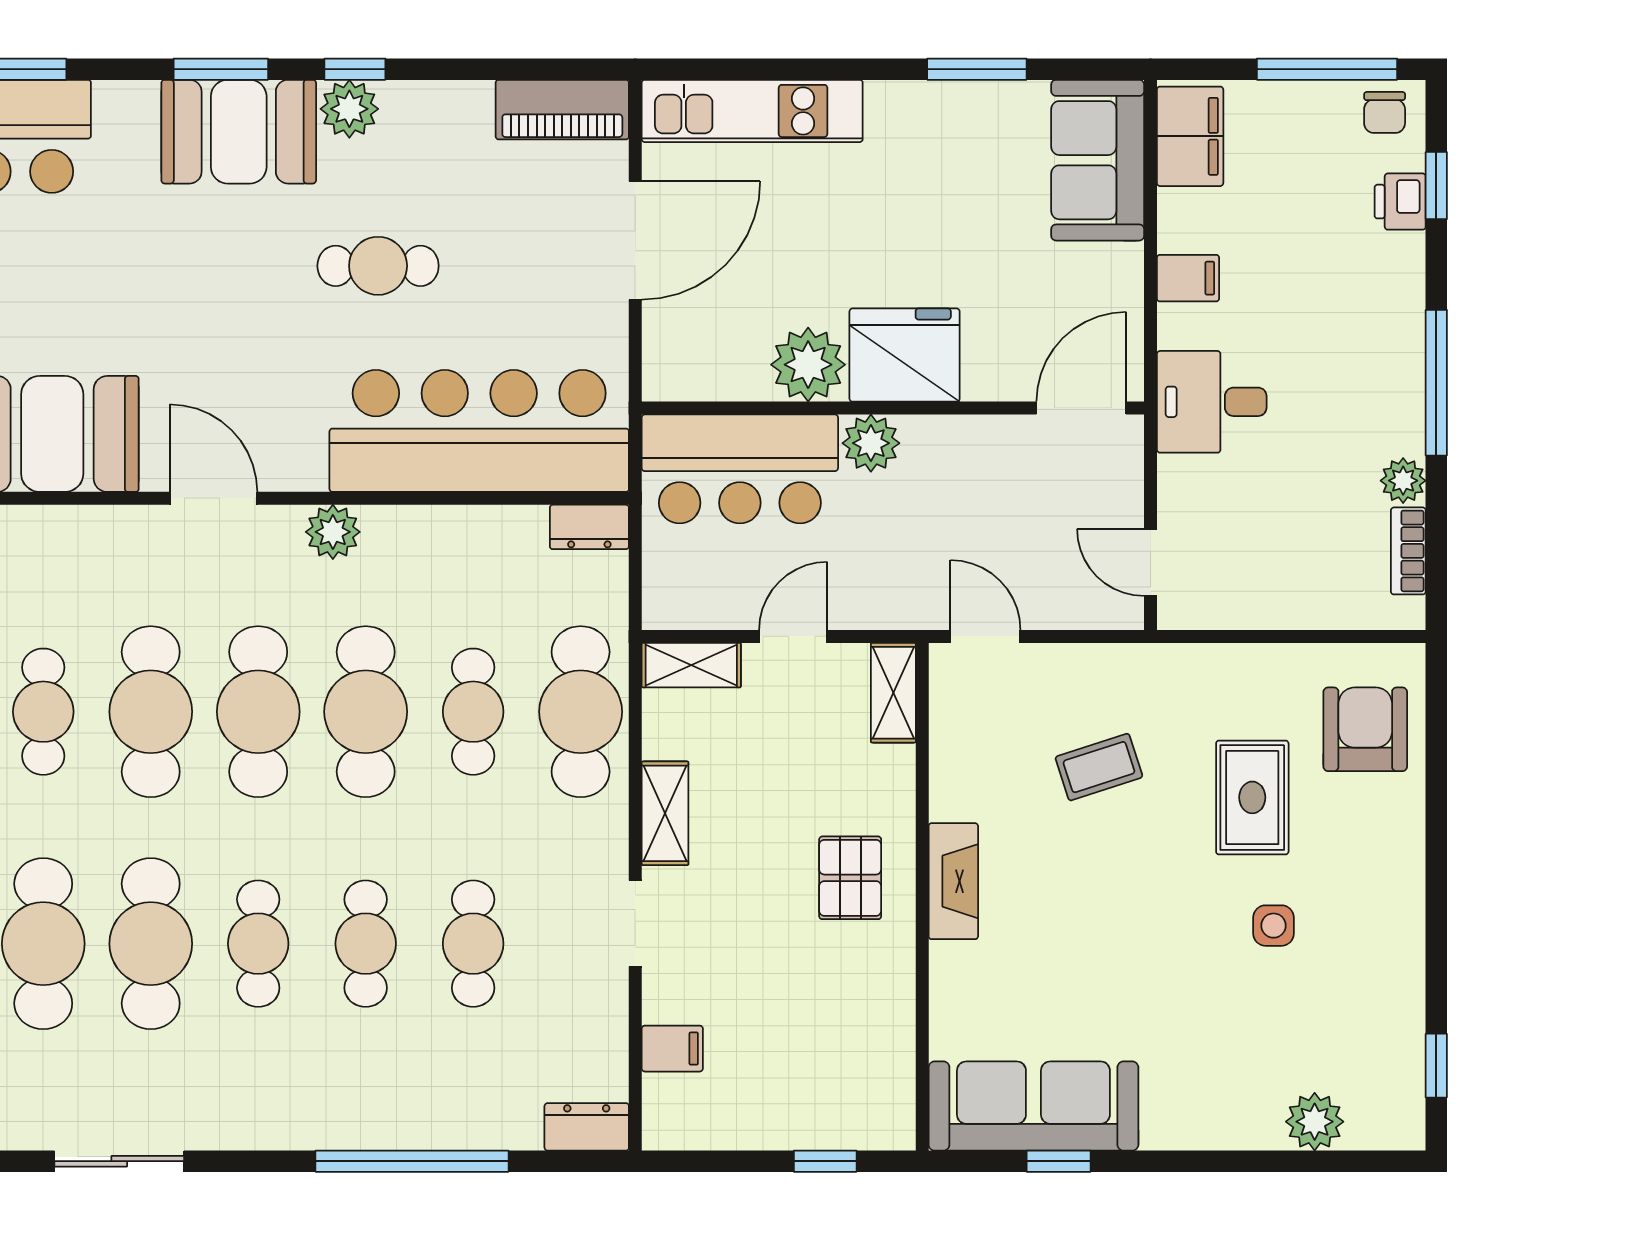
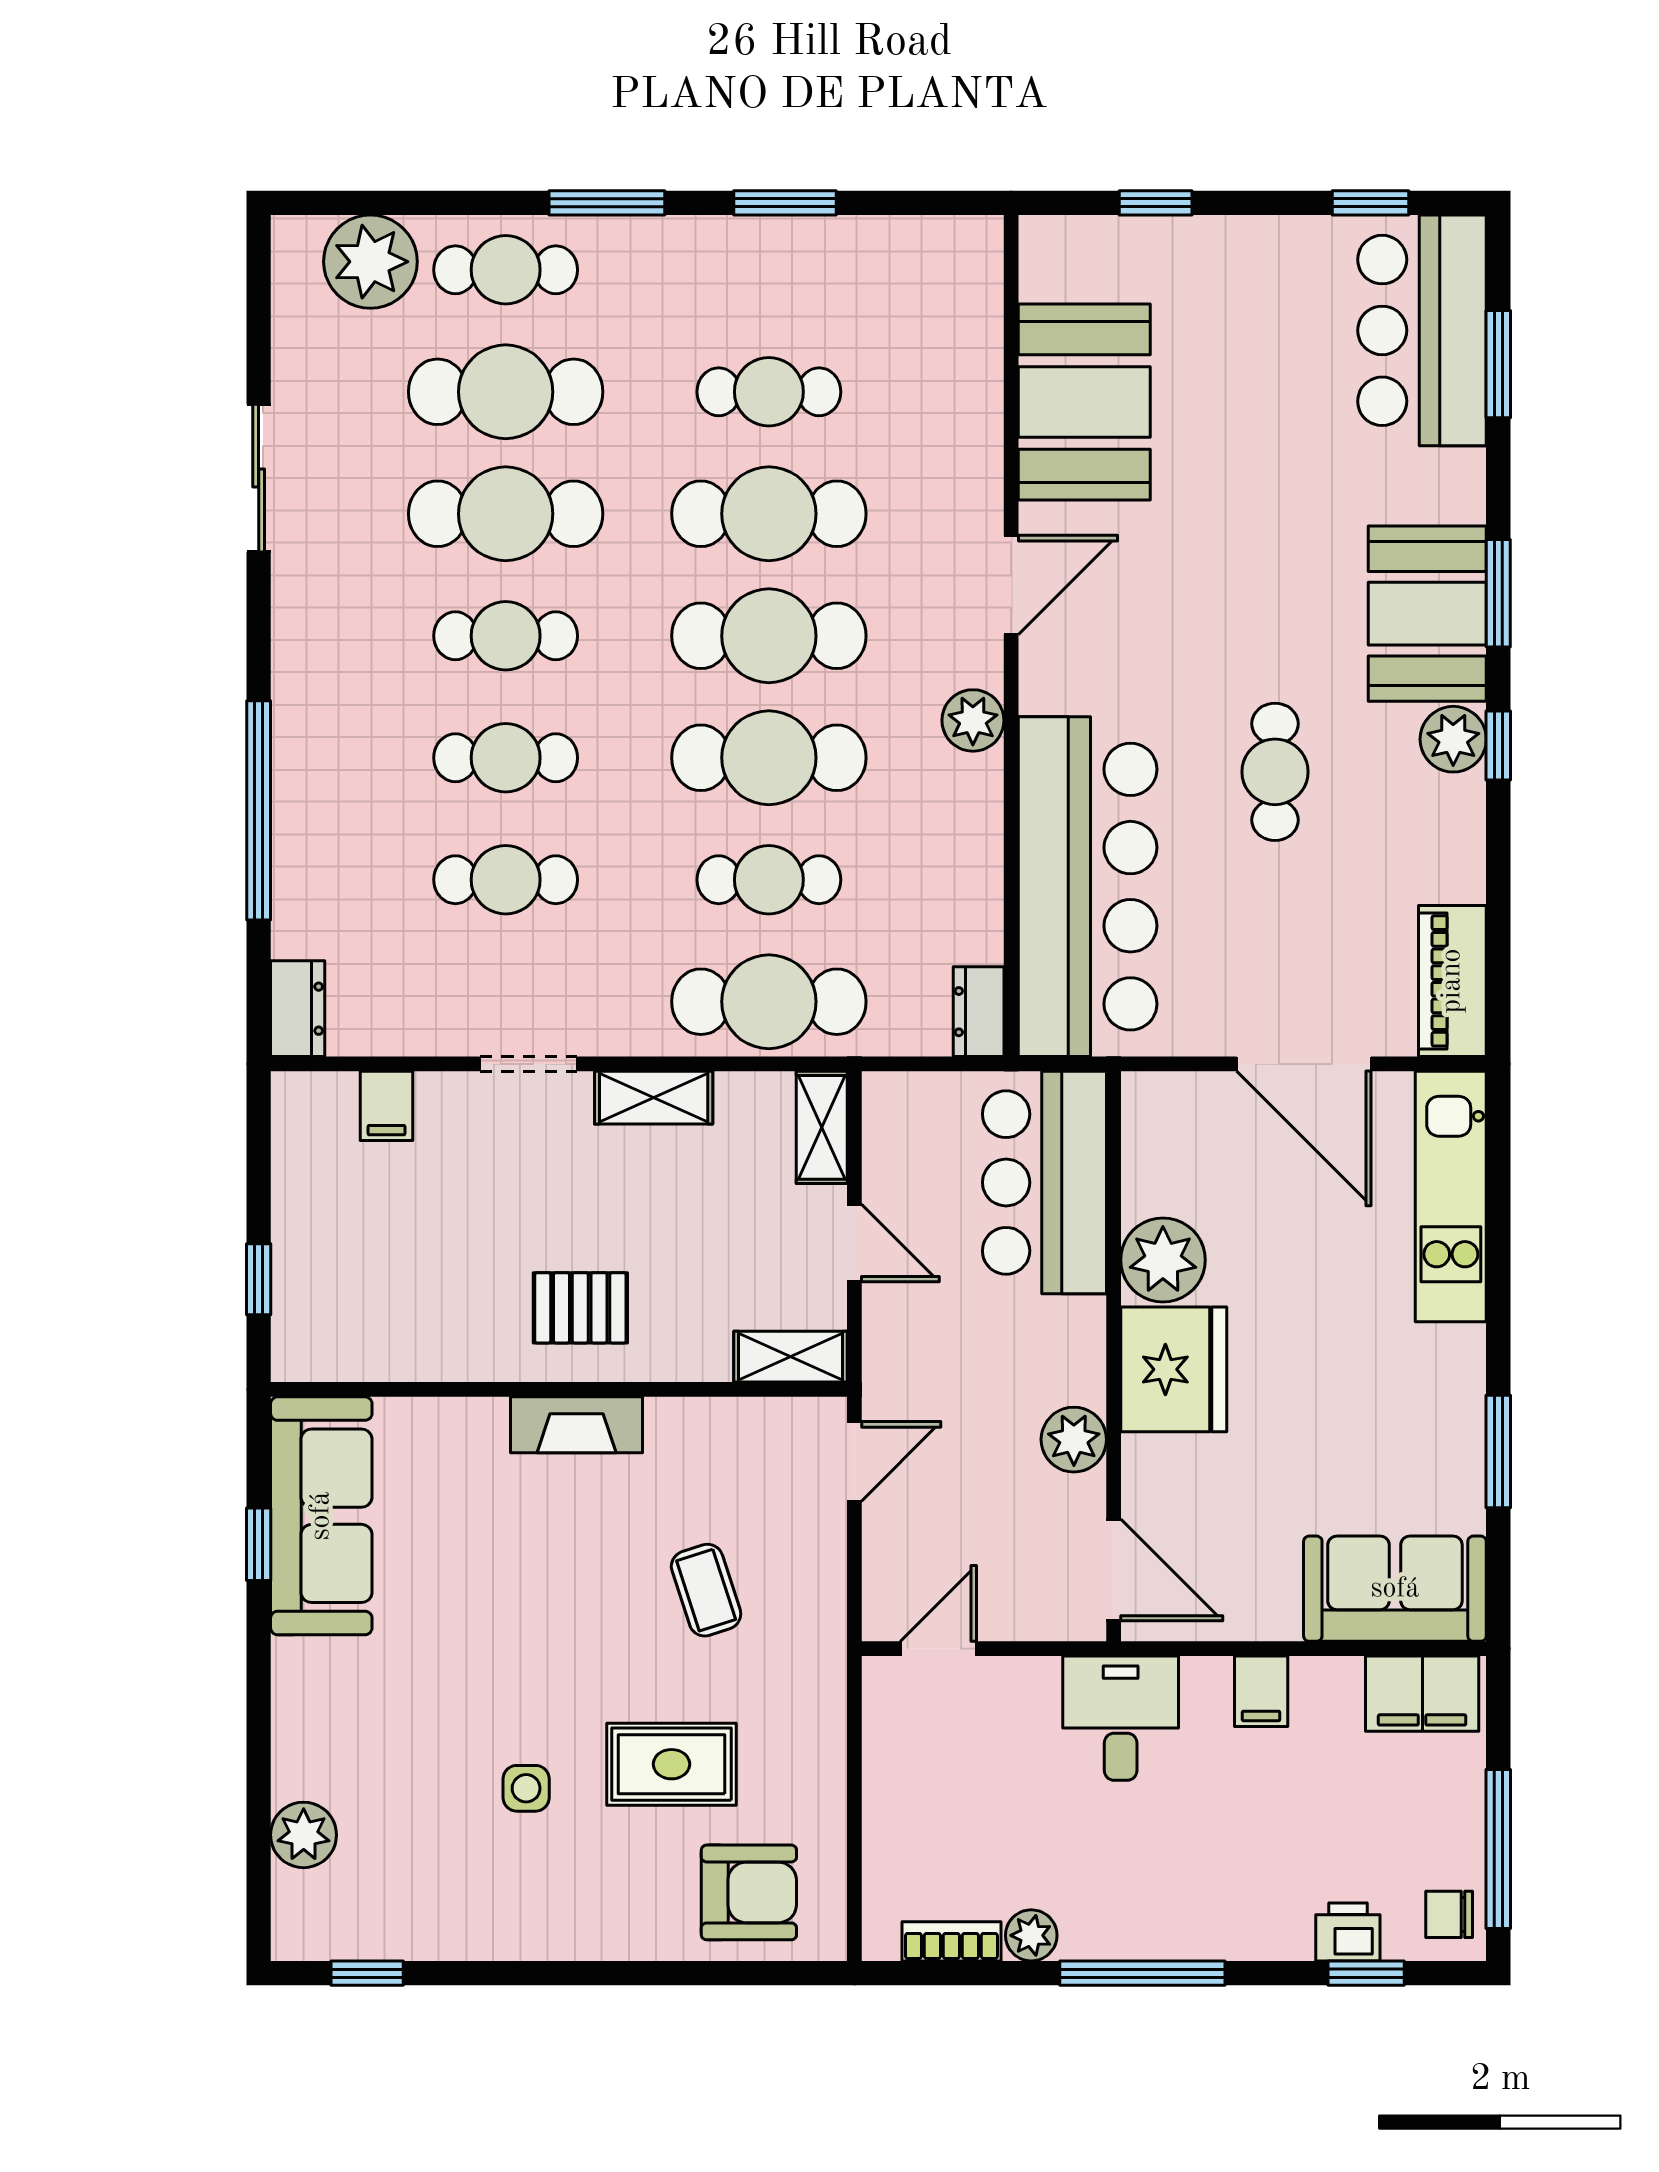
plant: (871, 443) -> (1074, 1440), moved

